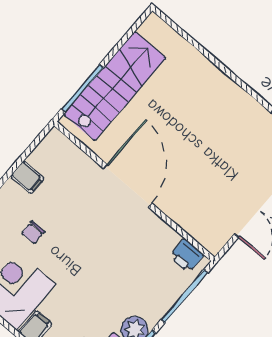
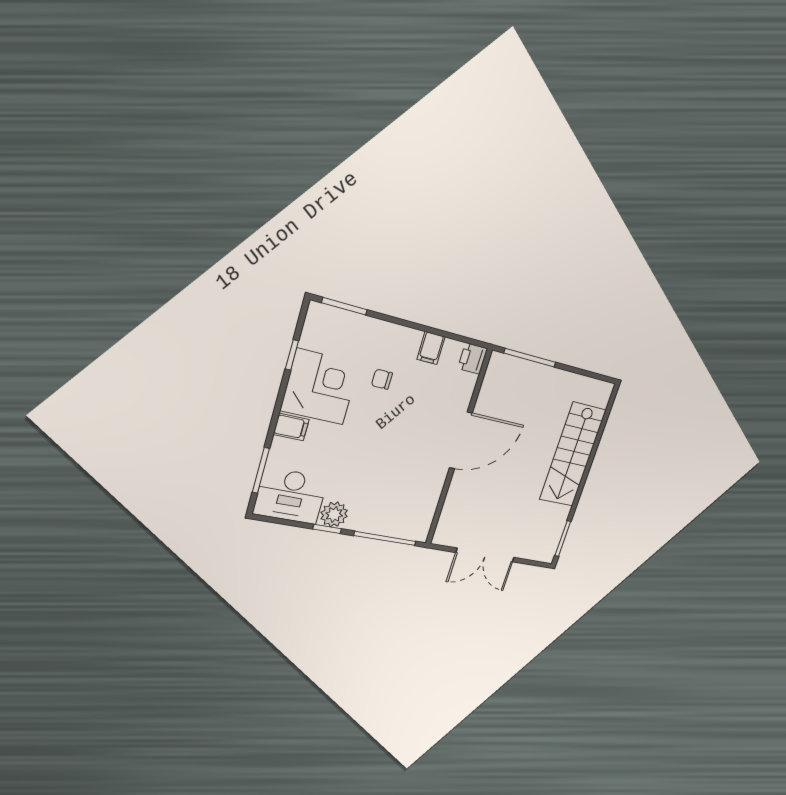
stairs: (115, 86) -> (573, 455), moved, turned 90
printer: (187, 255) -> (473, 359), moved

